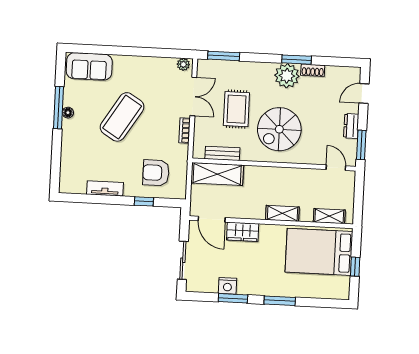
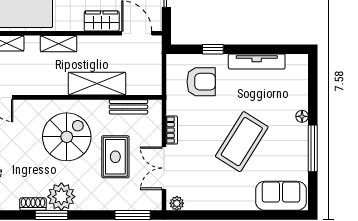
floor lamp: (68, 113) -> (302, 116), moved
shelving: (217, 174) -> (97, 84), moved
tv unit: (105, 188) -> (257, 61), width x1.41

